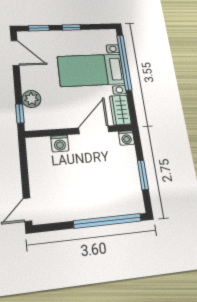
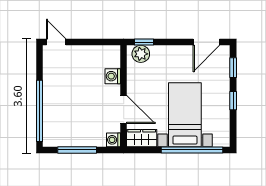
plant: (31, 99) -> (141, 54), moved
window: (143, 175) -> (77, 150), width x1.44

